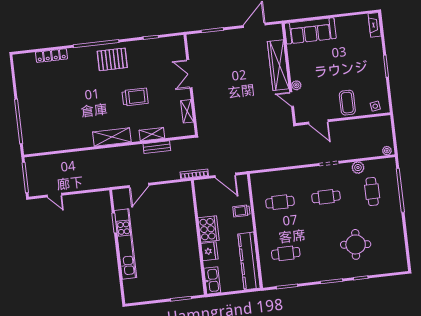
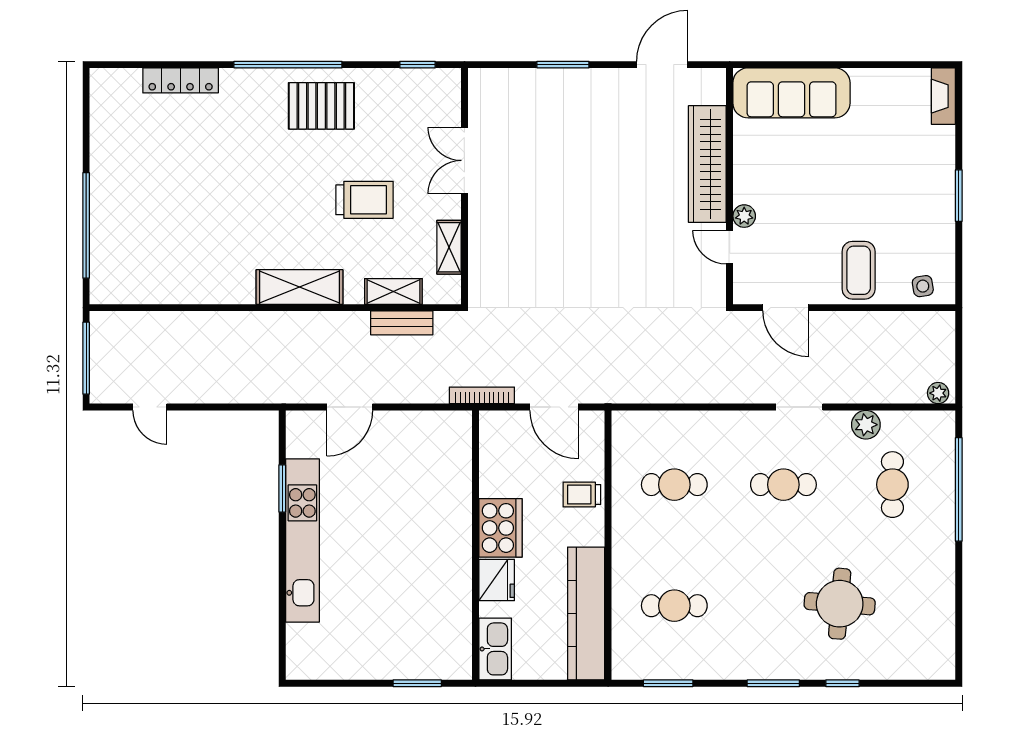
double door: (189, 74) -> (464, 160), moved
wall: (191, 85) -> (464, 186), moved
shelving: (187, 111) -> (449, 247), moved

